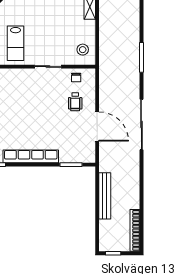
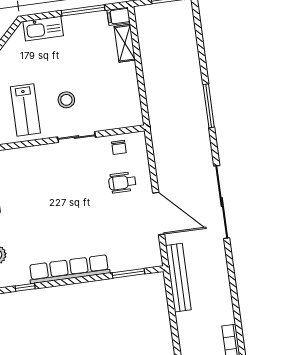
stool: (83, 50) -> (66, 100), moved
wheelchair: (75, 102) -> (122, 182), turned 90
bench: (105, 196) -> (178, 278), moved

